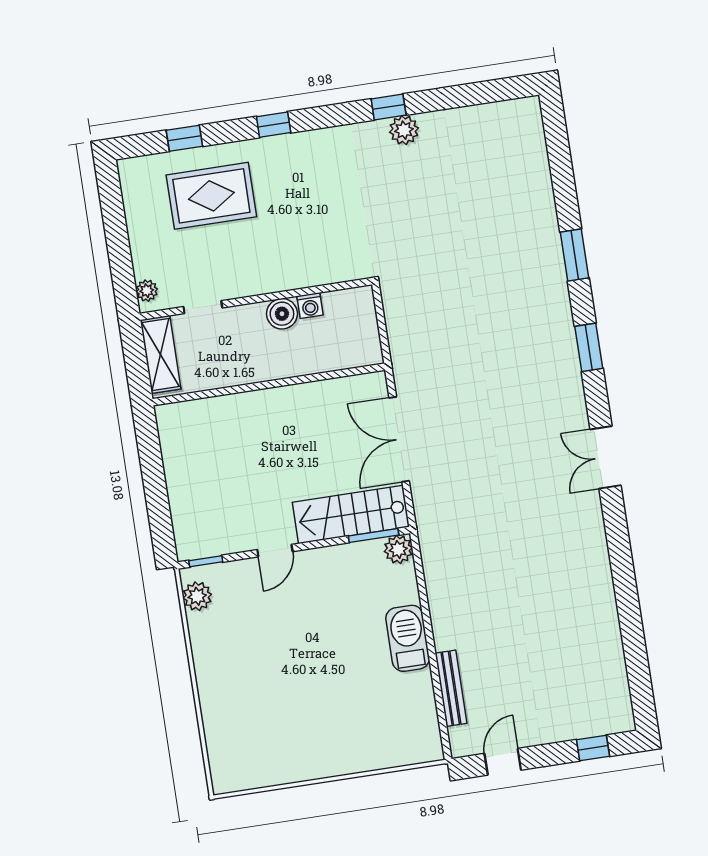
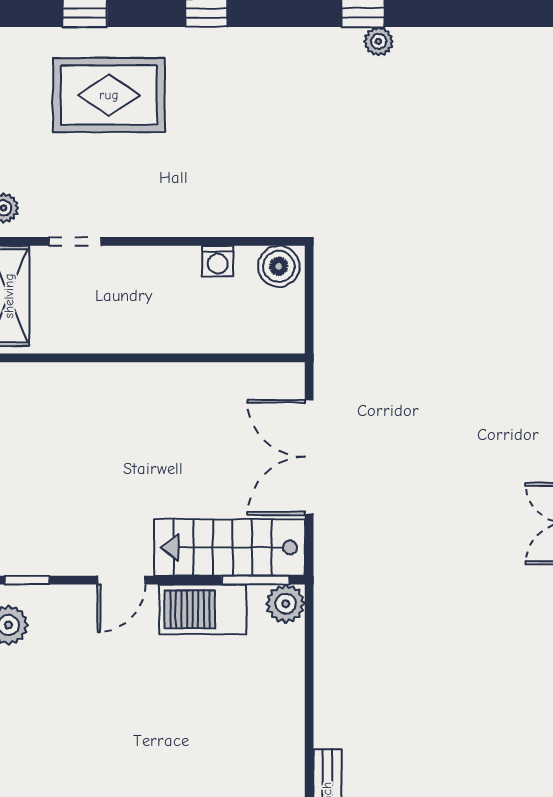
plant: (404, 130) -> (379, 41), width x0.73, depth x0.73
boiler: (282, 314) -> (279, 266), moved
barbecue: (408, 638) -> (203, 609), moved, turned -90

